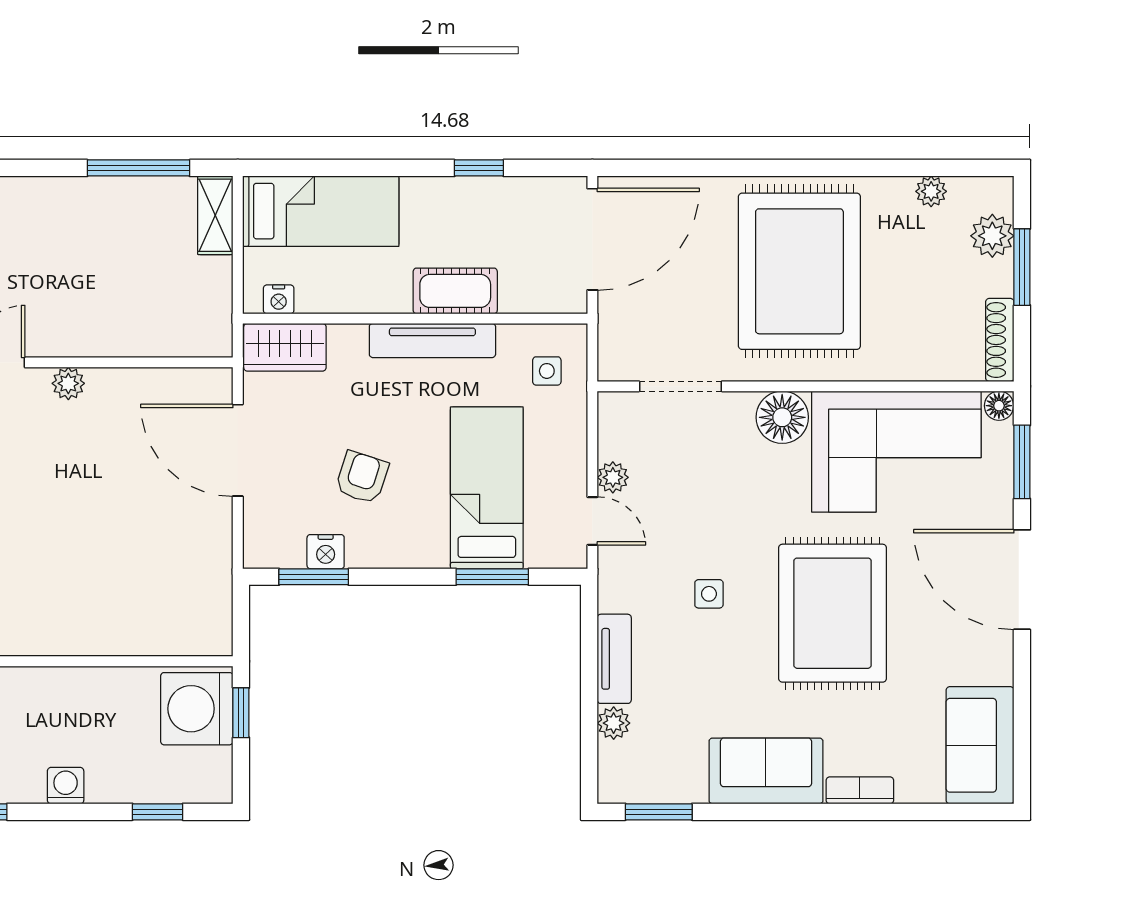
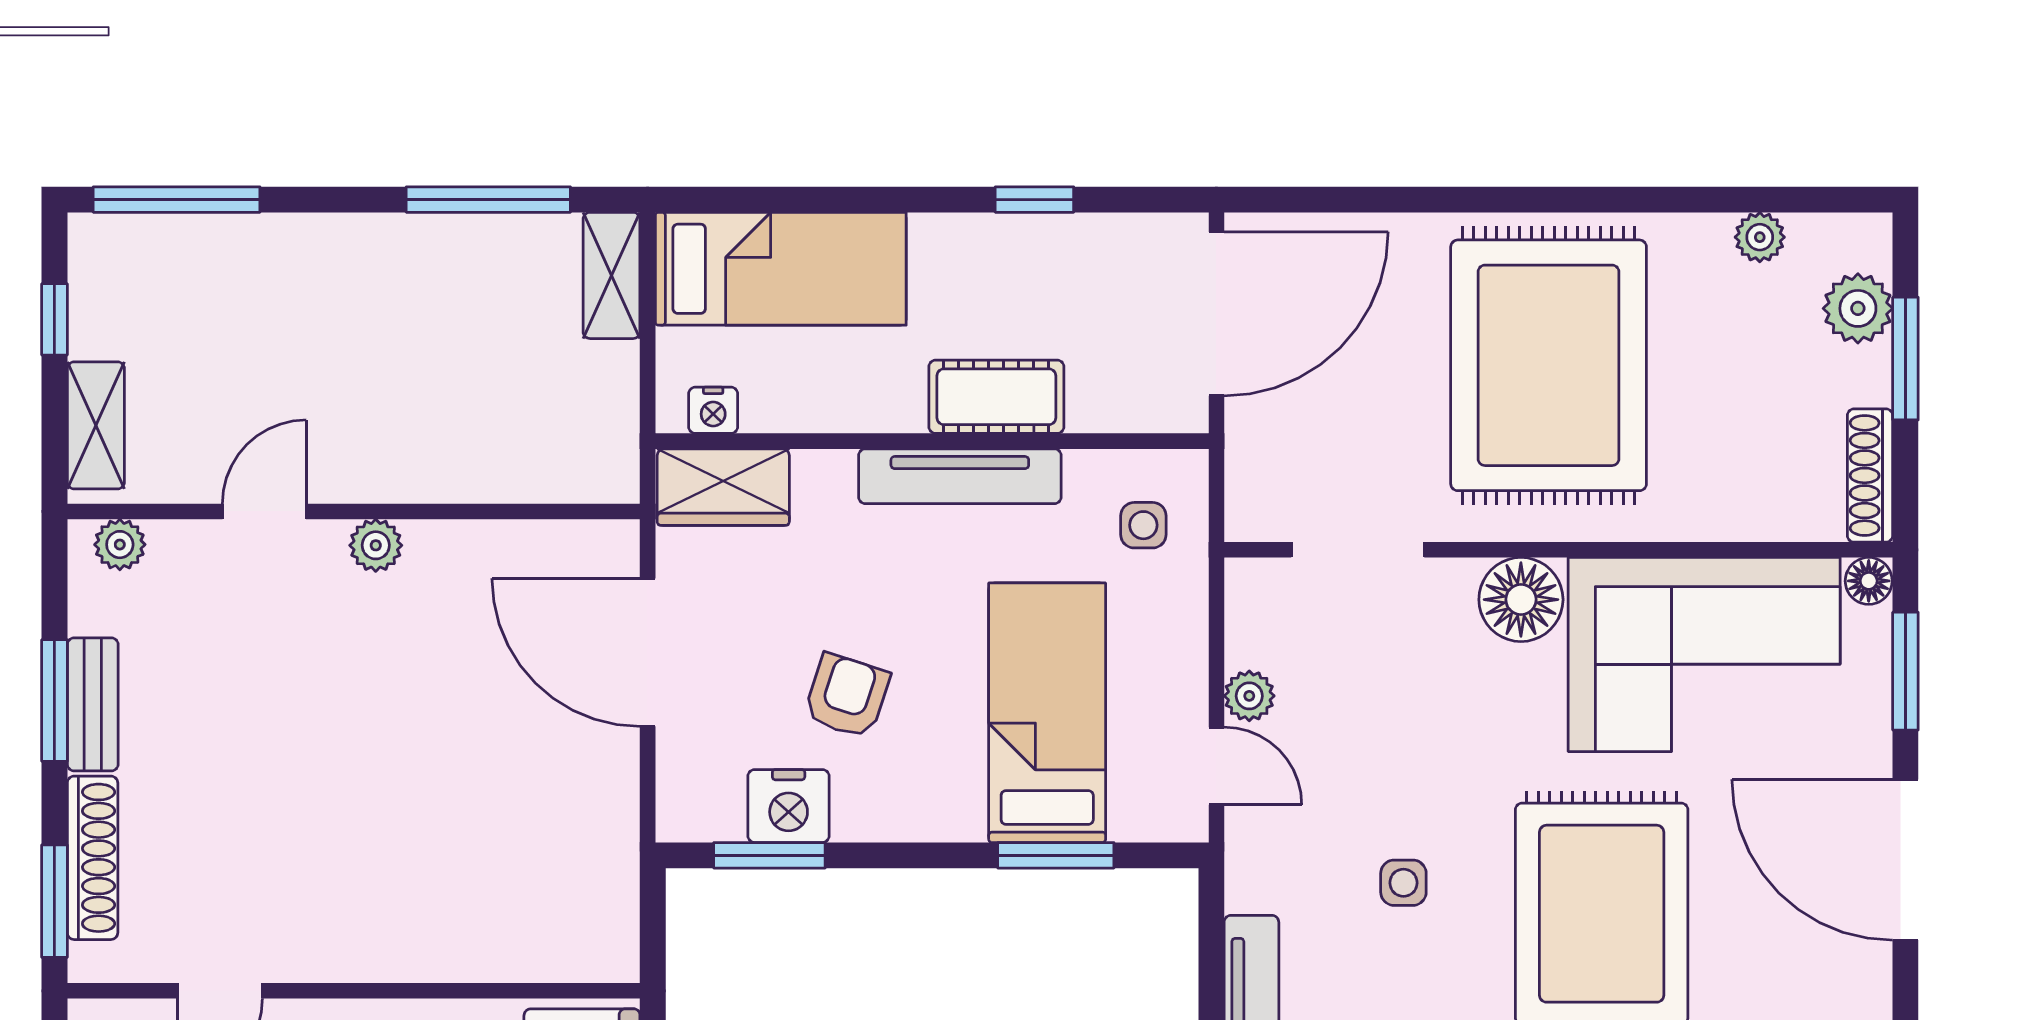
nightstand: (326, 552) -> (789, 806), width x1.36, depth x1.33

